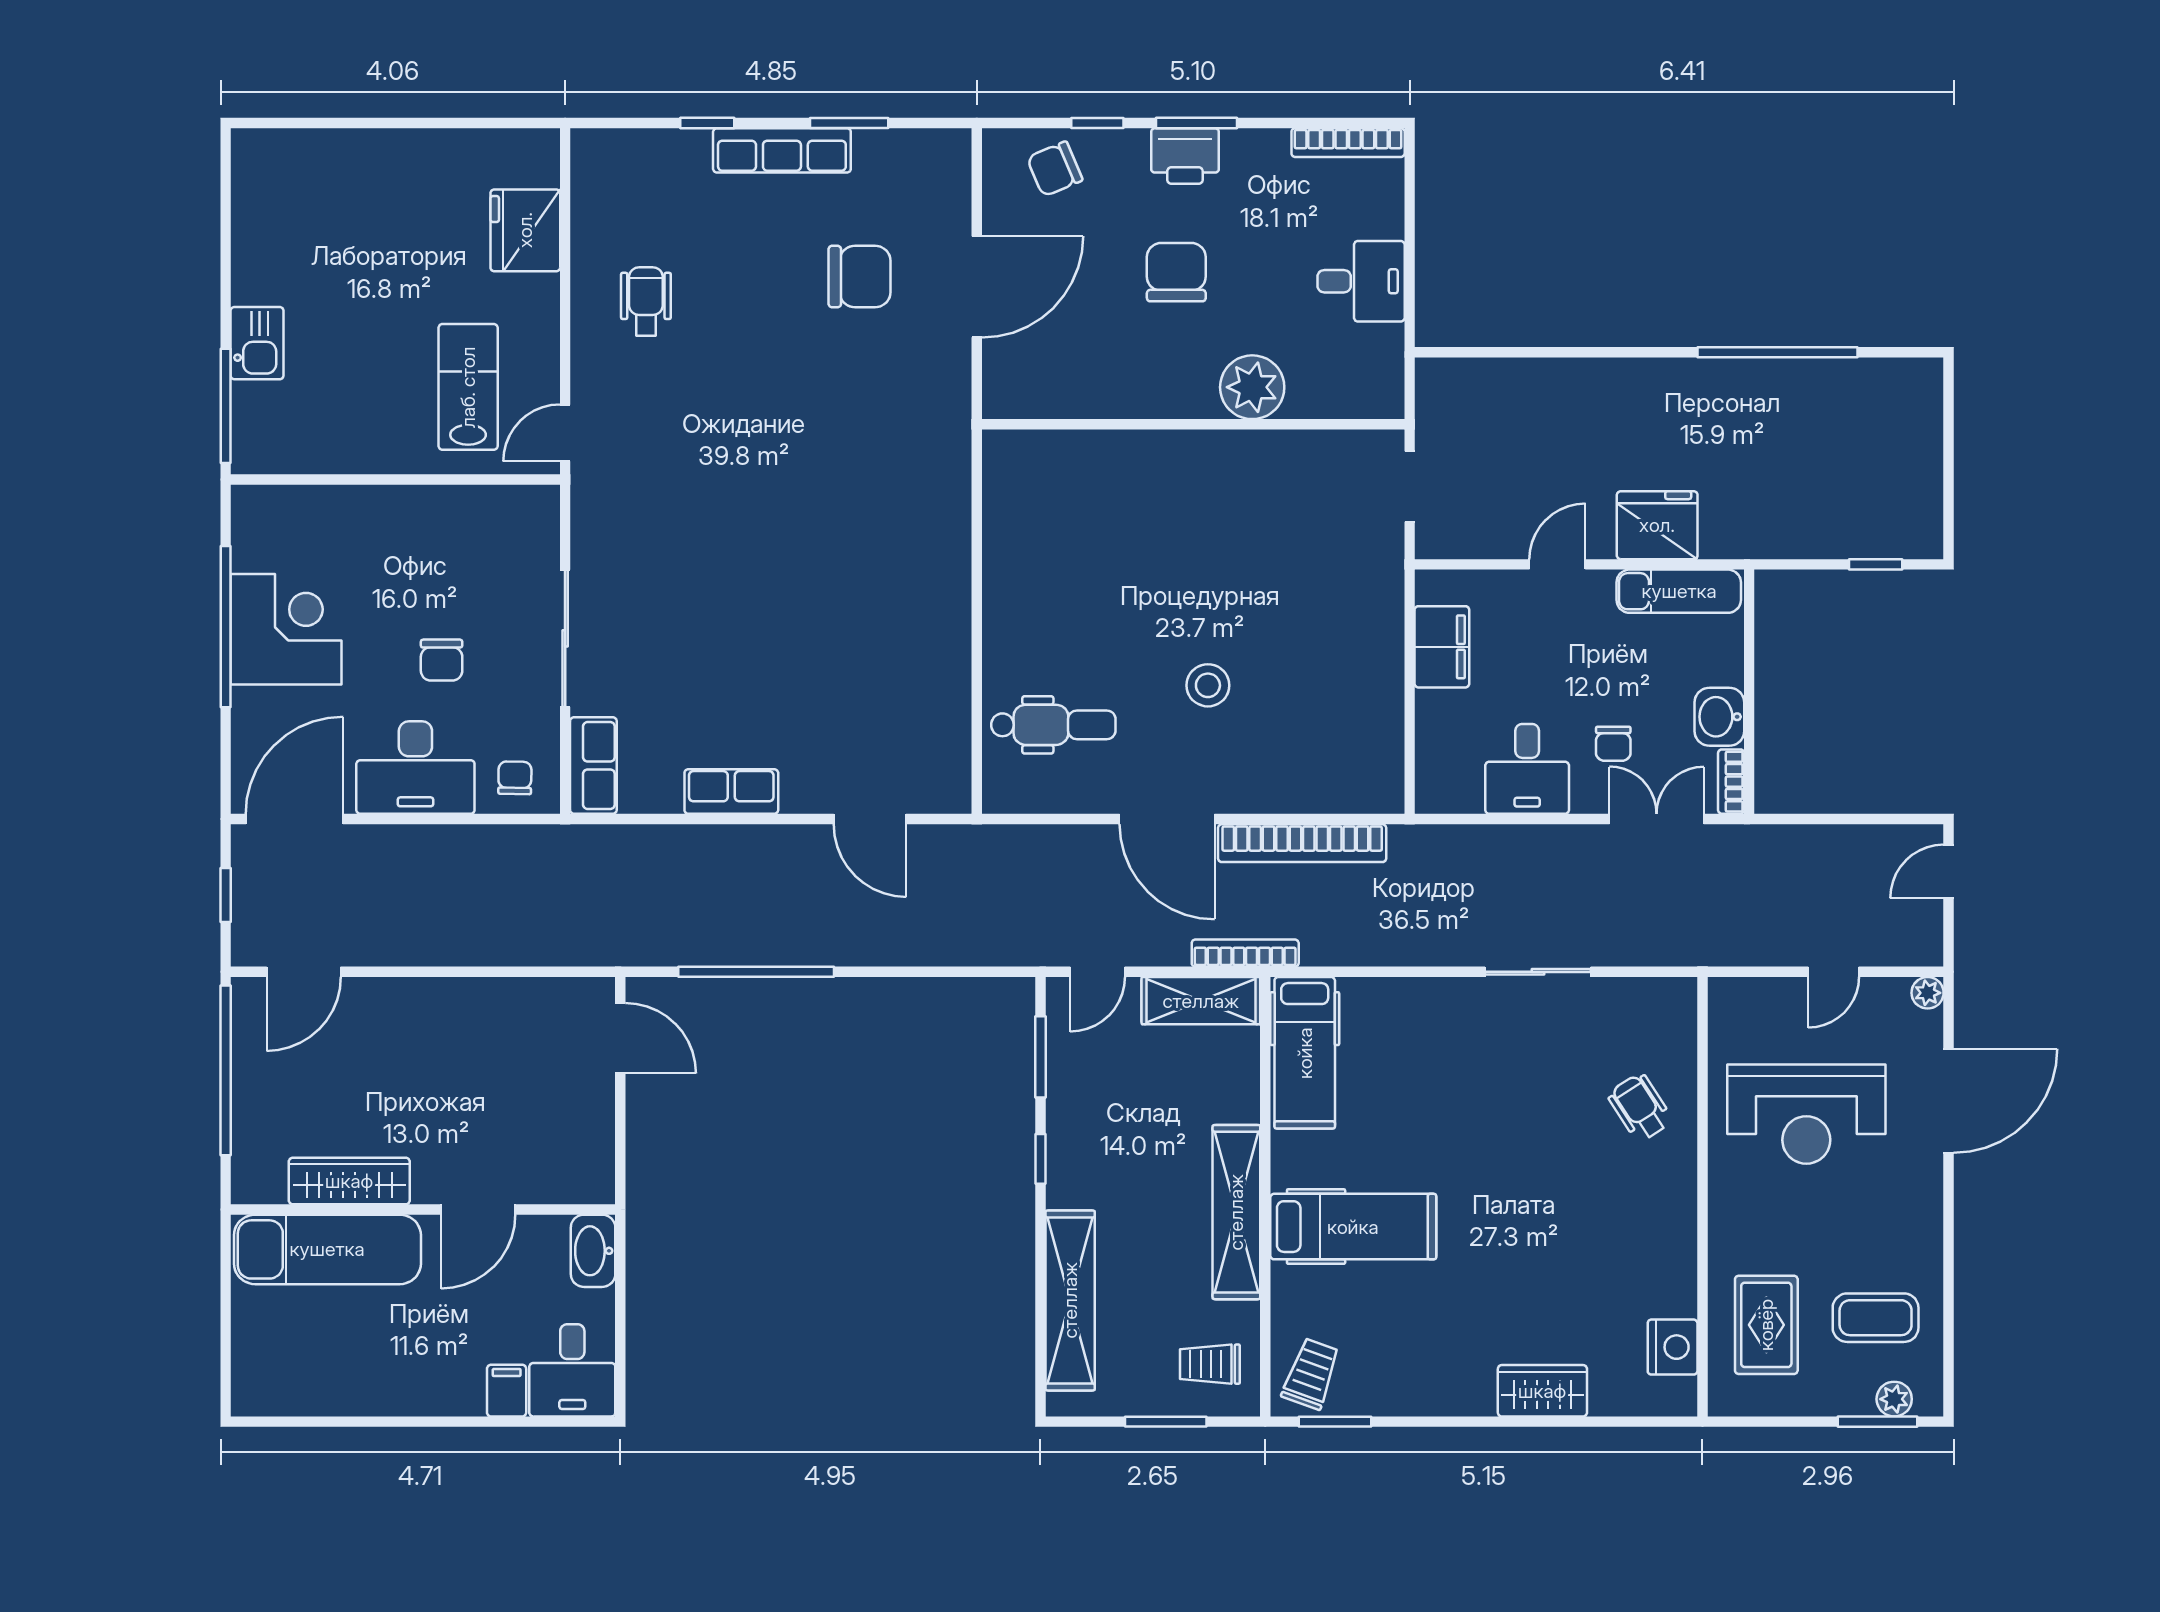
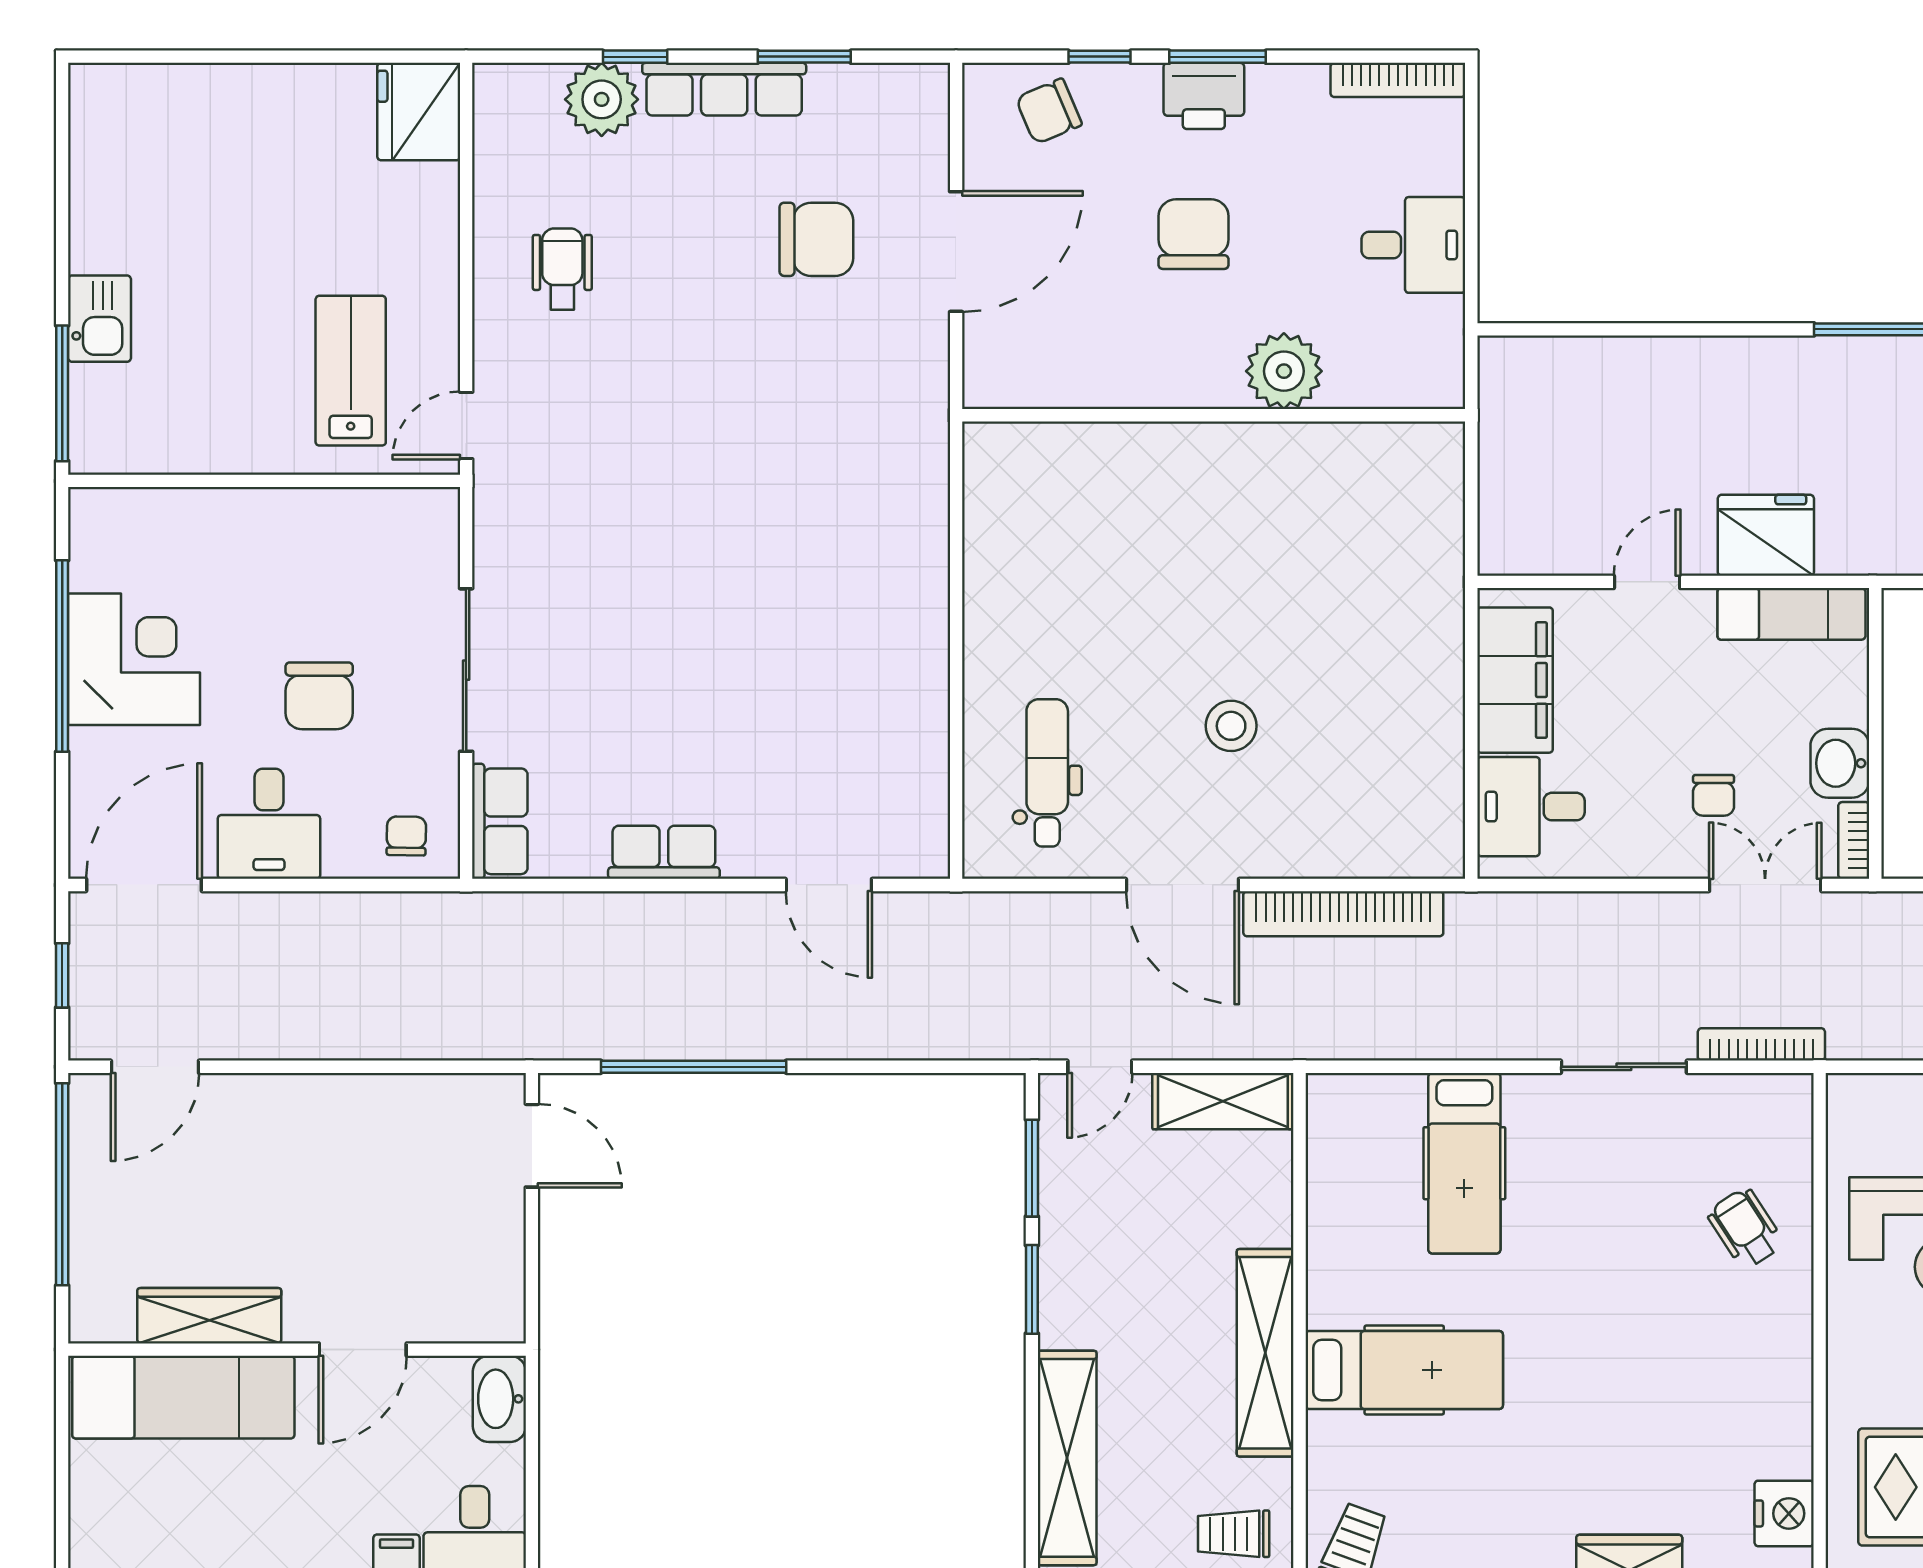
plant: (679, 159) -> (602, 99), added
fridge: (525, 230) -> (419, 112), moved
doorway: (1410, 486) -> (1471, 489), removed
filing cabinet: (1442, 647) -> (1515, 680), width x1.50, depth x1.17
chair: (442, 660) -> (319, 696), width x1.37, depth x1.37
dental chair: (1053, 725) -> (1047, 773), turned -90
desk: (415, 768) -> (269, 824), width x0.73
desk: (1527, 769) -> (1531, 807), moved, turned 90
bookcase: (1245, 953) -> (1761, 1044), moved
hospital bed: (1305, 1053) -> (1464, 1163), moved
window: (1040, 1159) -> (1032, 1289), width x1.50

